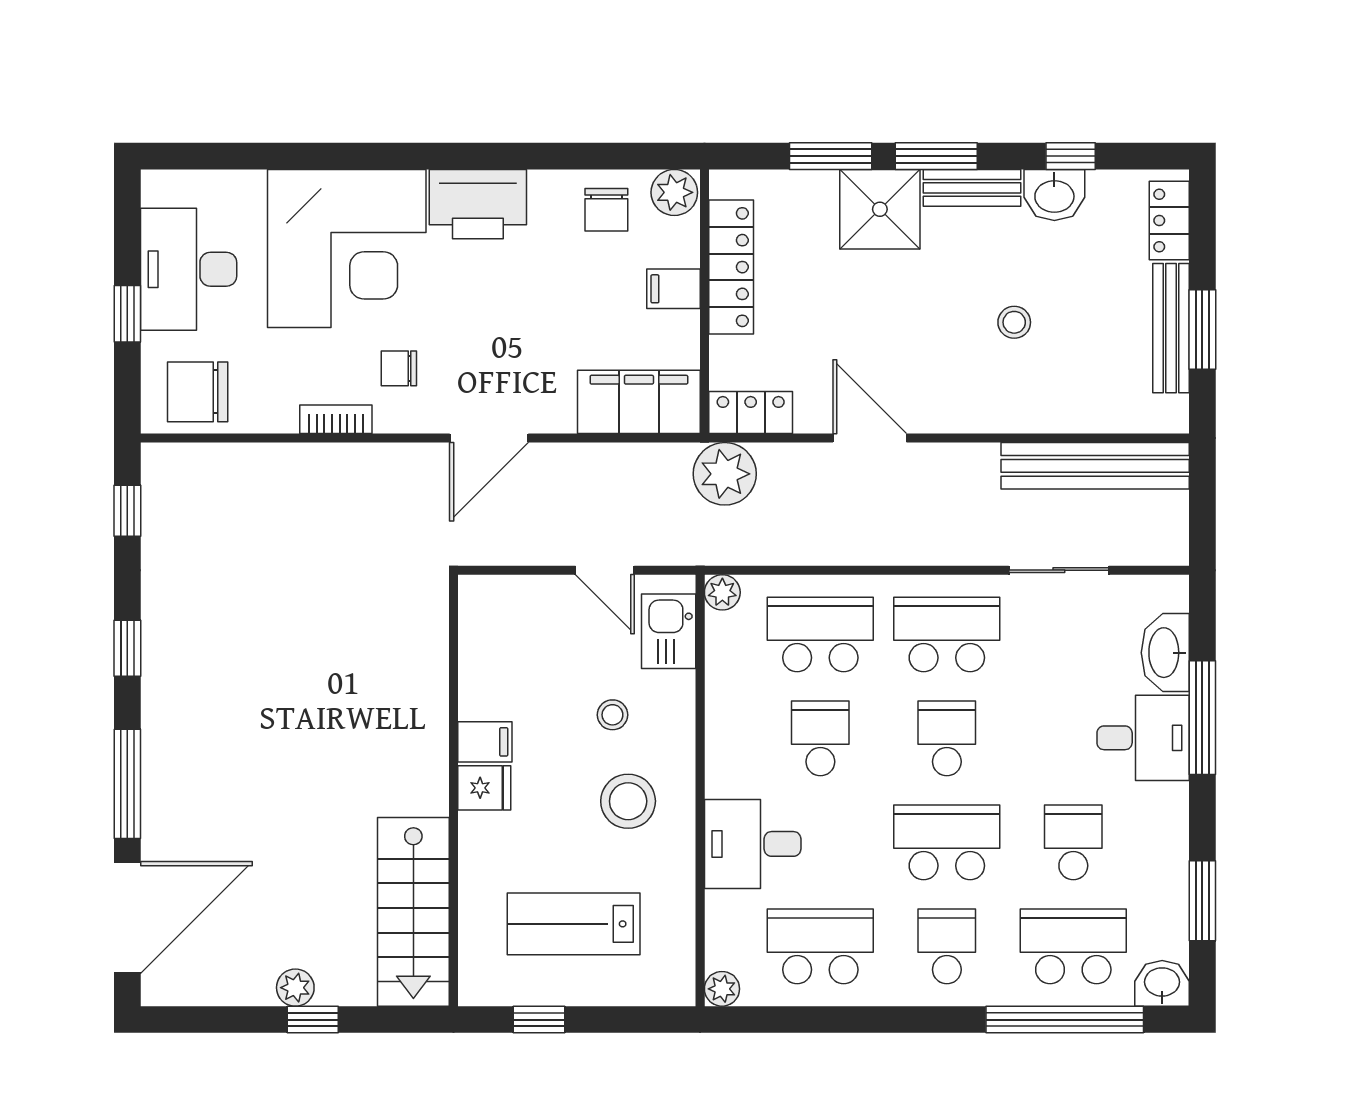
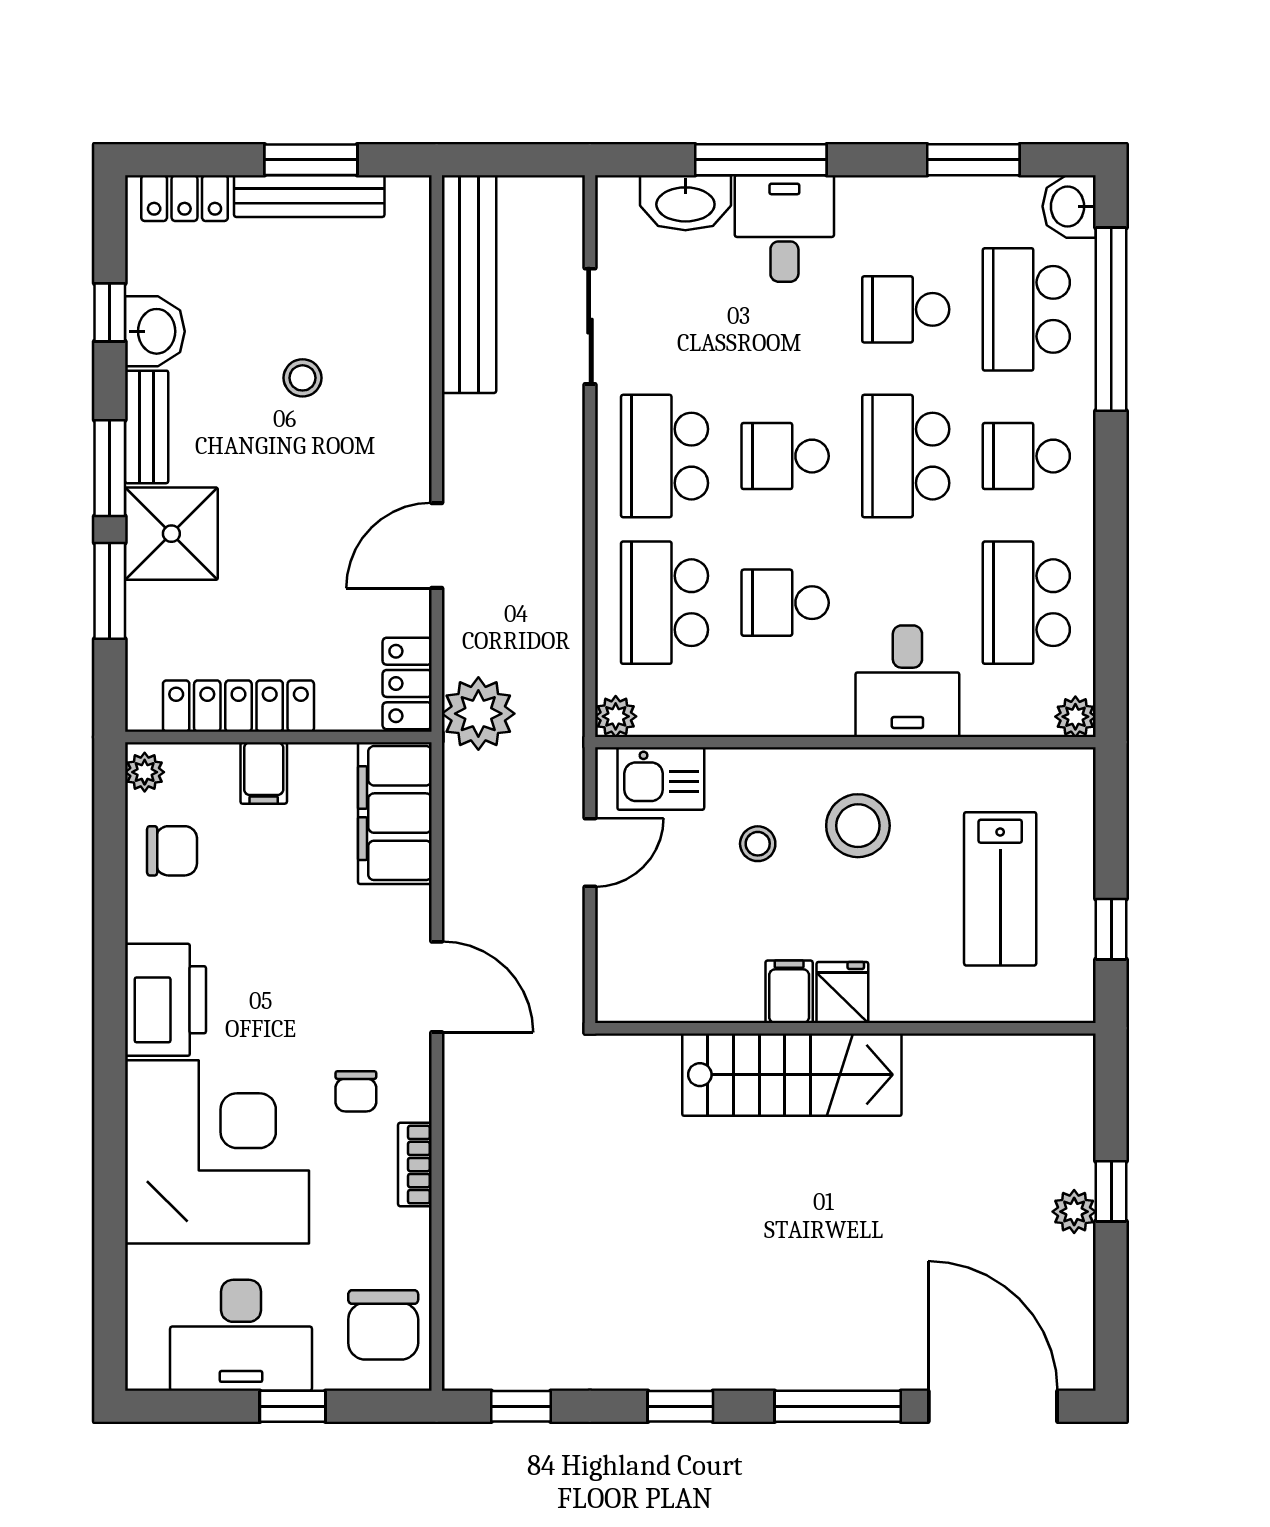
plant: (674, 192) -> (145, 772), width x0.73, depth x0.73
stairs: (413, 912) -> (792, 1075), moved

